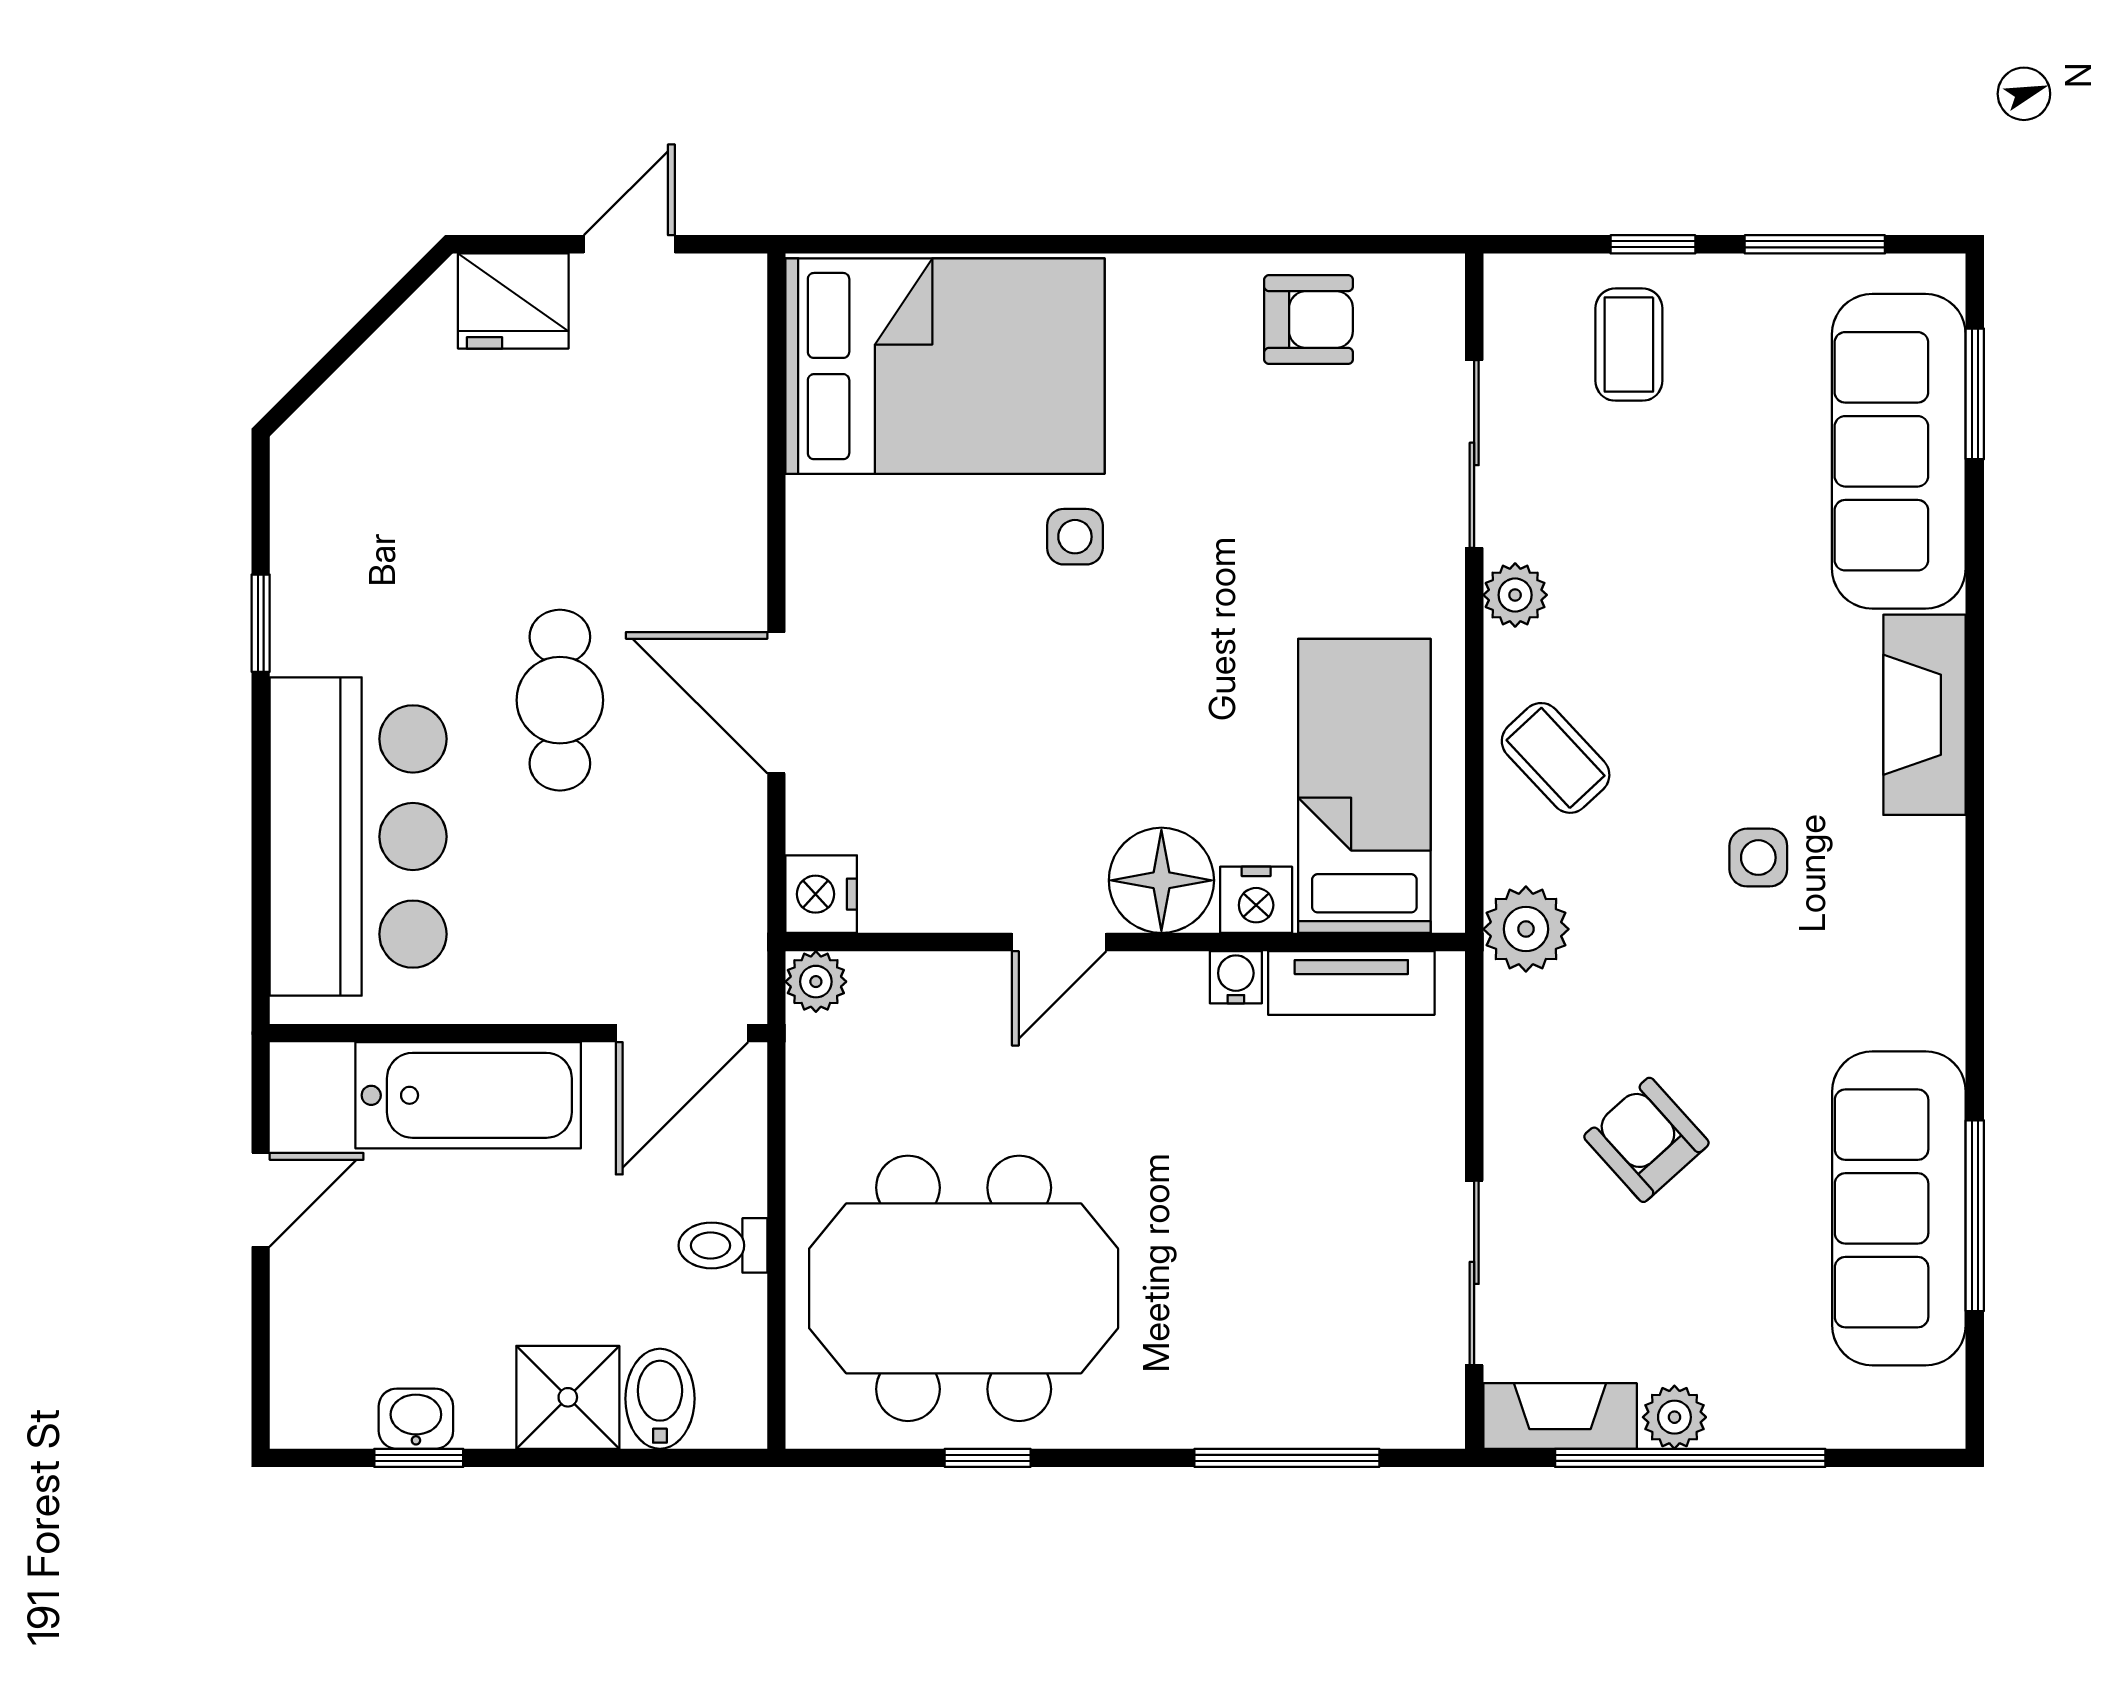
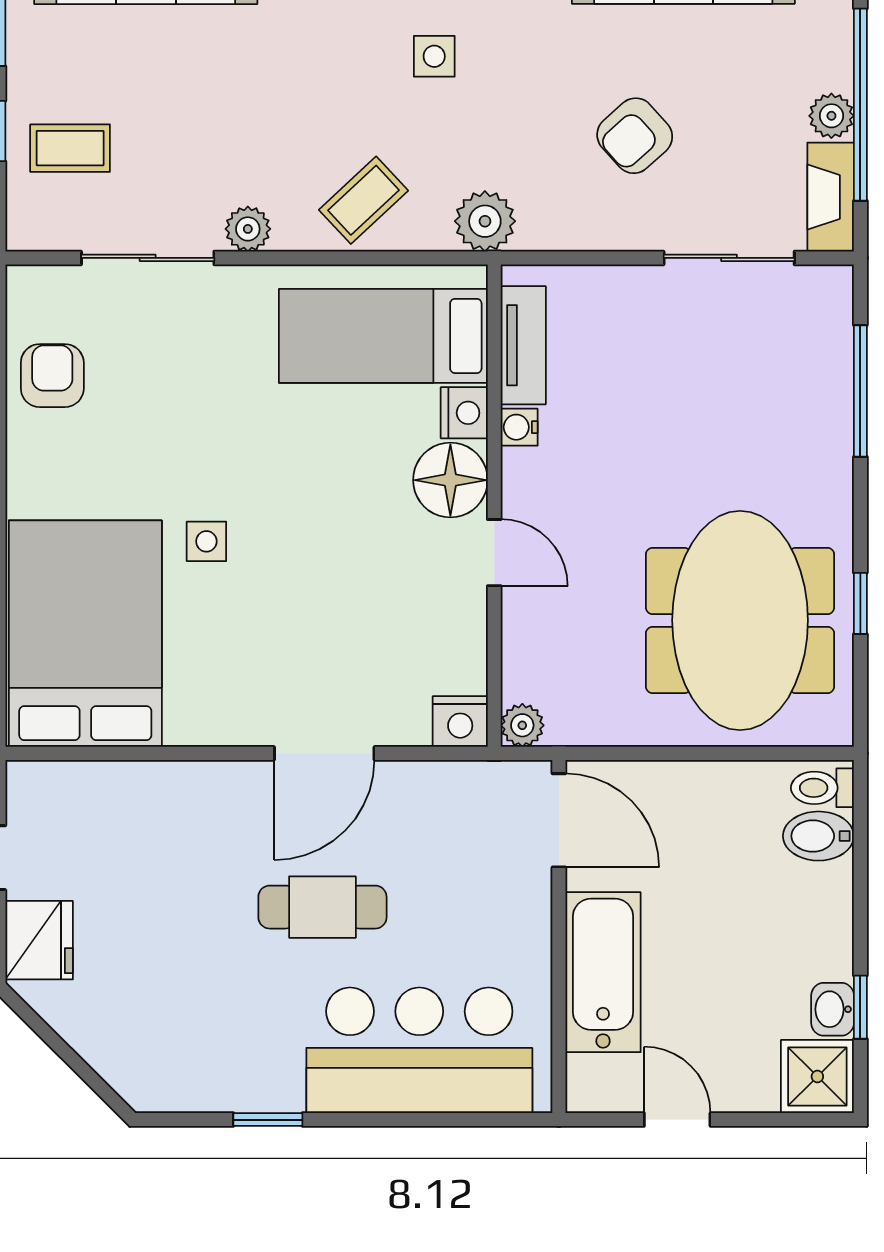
toilet: (723, 1245) -> (822, 788), moved, turned 90
shower: (568, 1397) -> (817, 1077), moved

